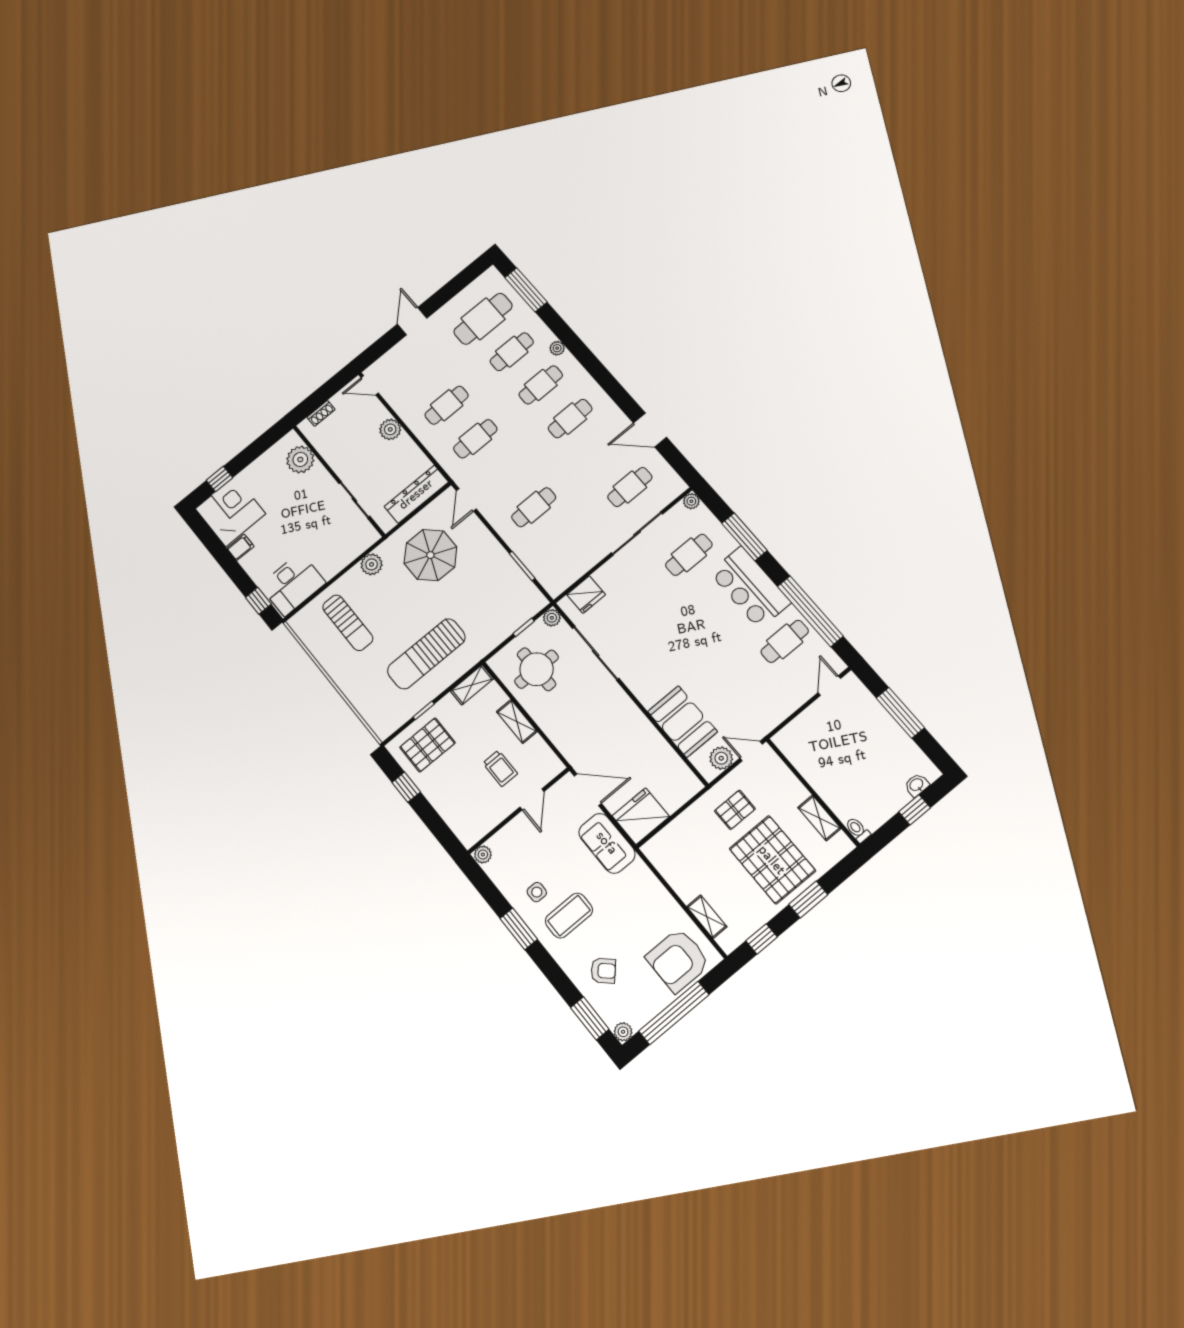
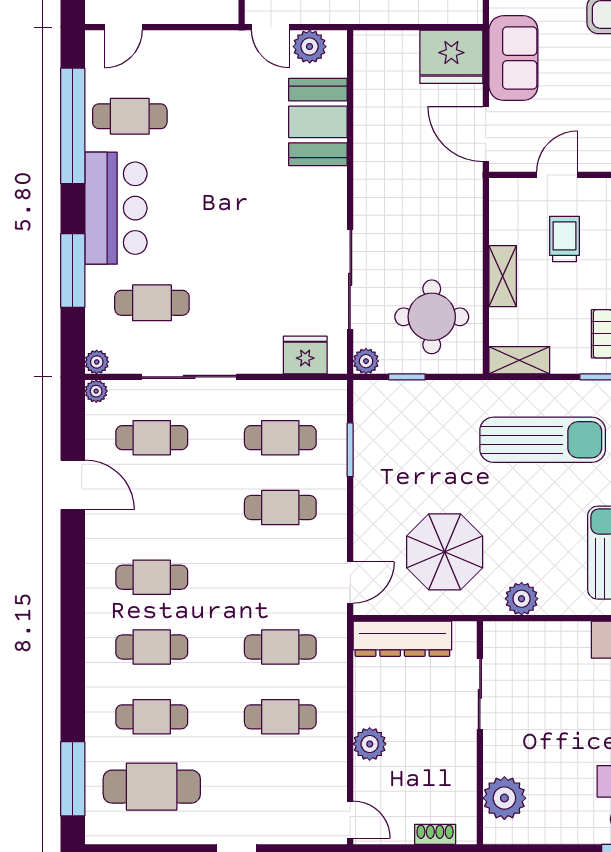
plant: (557, 348) -> (96, 391), moved
cafe table: (563, 542) -> (280, 438), added

